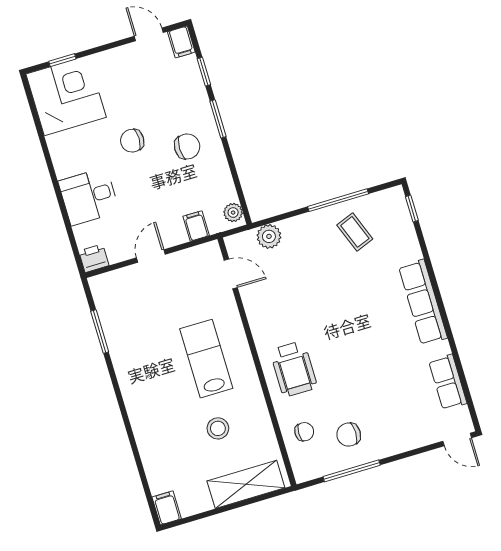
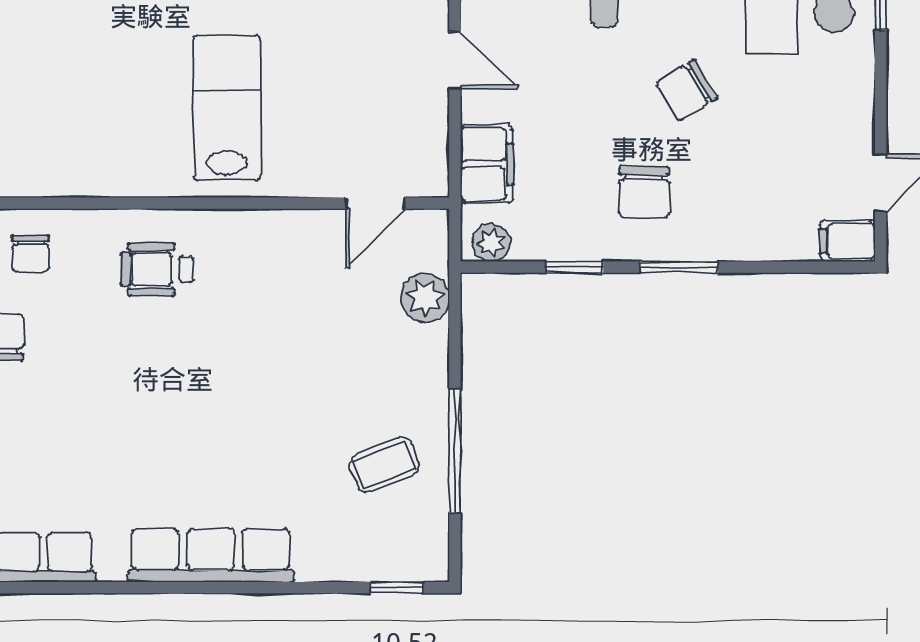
window: (204, 72) -> (574, 267), moved
chair: (132, 141) -> (687, 90), turned -121
filing cabinet: (196, 226) -> (487, 164), width x2.00
lab bench: (206, 359) -> (227, 108), turned -90
wheelchair: (294, 369) -> (157, 269), width x0.73, depth x0.73
stool: (218, 428) -> (86, 90), removed

